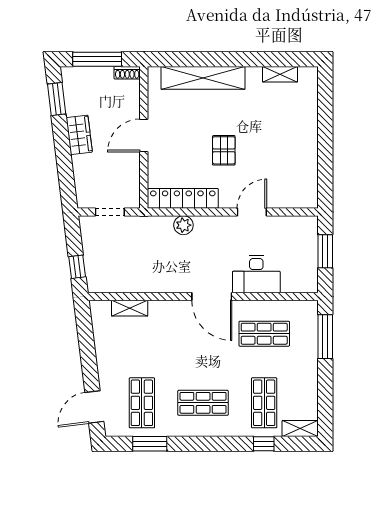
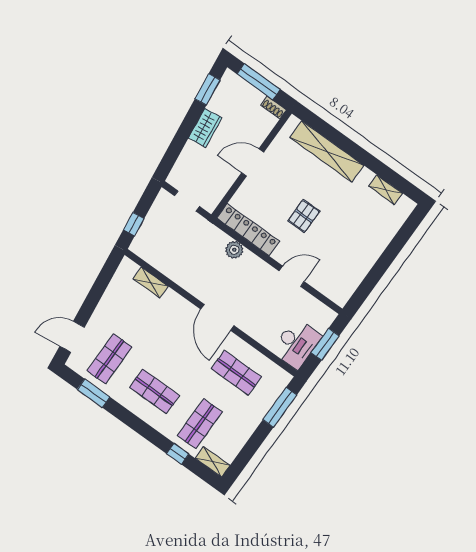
desk: (256, 274) -> (297, 344), moved, turned -90

